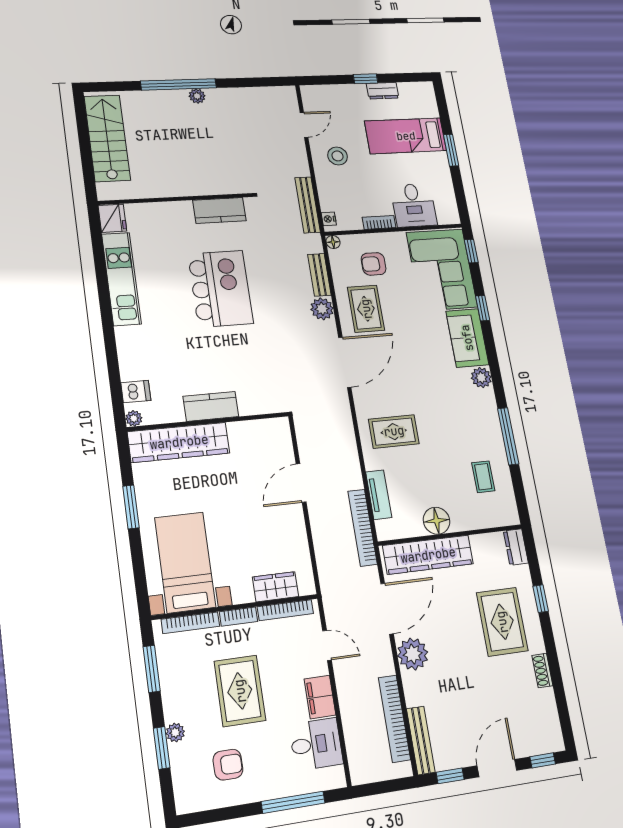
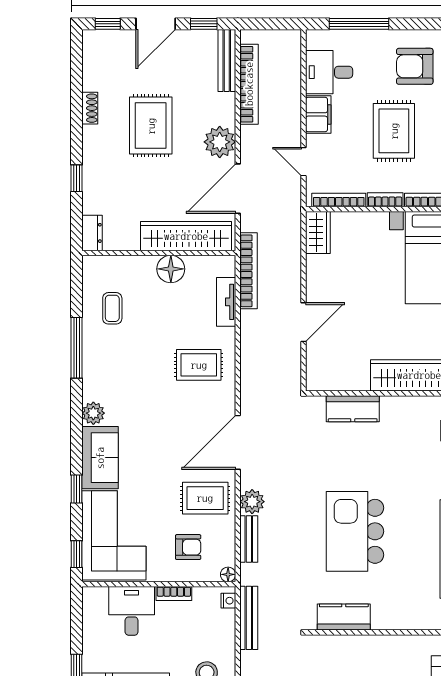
rug: (366, 309) -> (205, 498), turned 90
kitchen counter: (211, 406) -> (353, 409), moved
wardrobe: (276, 587) -> (318, 232), moved, turned -90
rug: (502, 622) -> (151, 126), moved
armchair: (228, 765) -> (415, 66), width x1.38, depth x1.38

